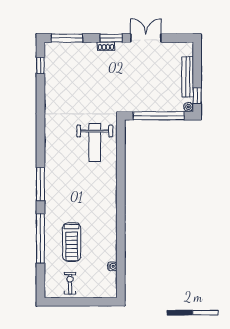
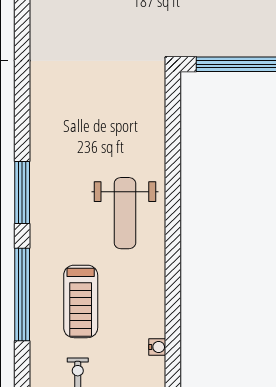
weight bench: (95, 142) -> (125, 213), moved

